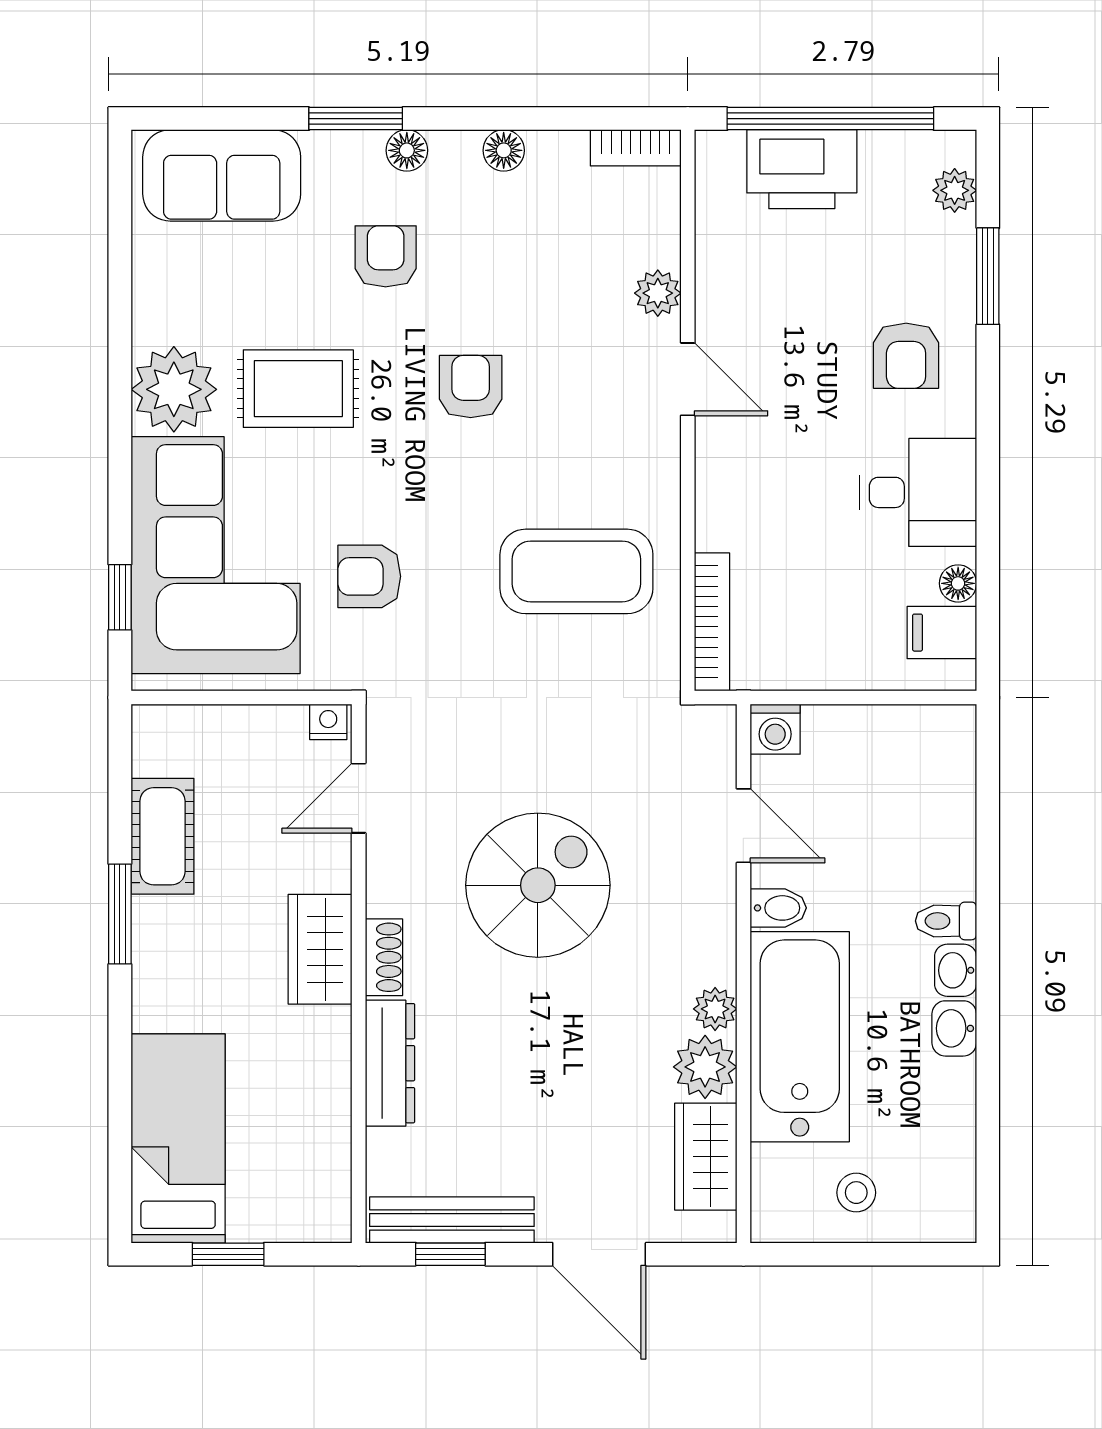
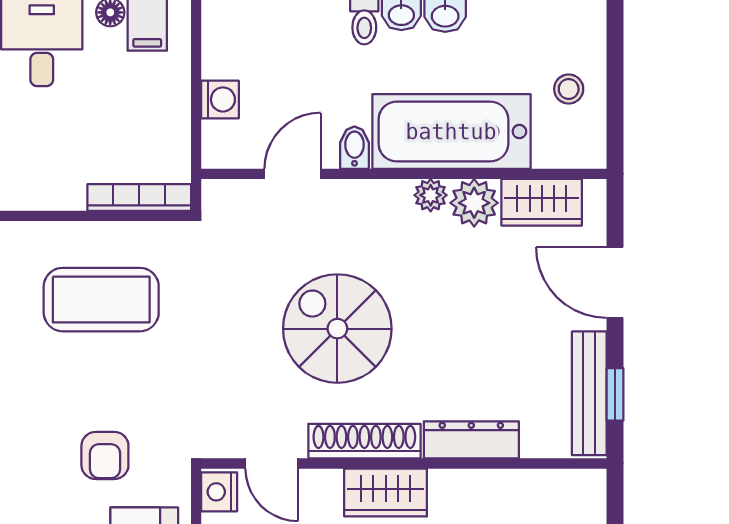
coffee table: (576, 571) -> (101, 300), turned 90
nightstand: (328, 722) -> (219, 492), width x1.39, depth x1.35
washing machine: (775, 729) -> (220, 99), moved
shoe rack: (384, 957) -> (364, 441), width x1.94, depth x1.24
door: (599, 1254) -> (615, 282), swing flipped

